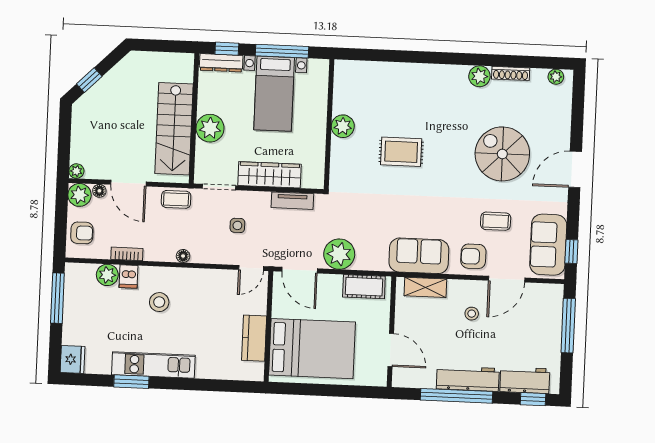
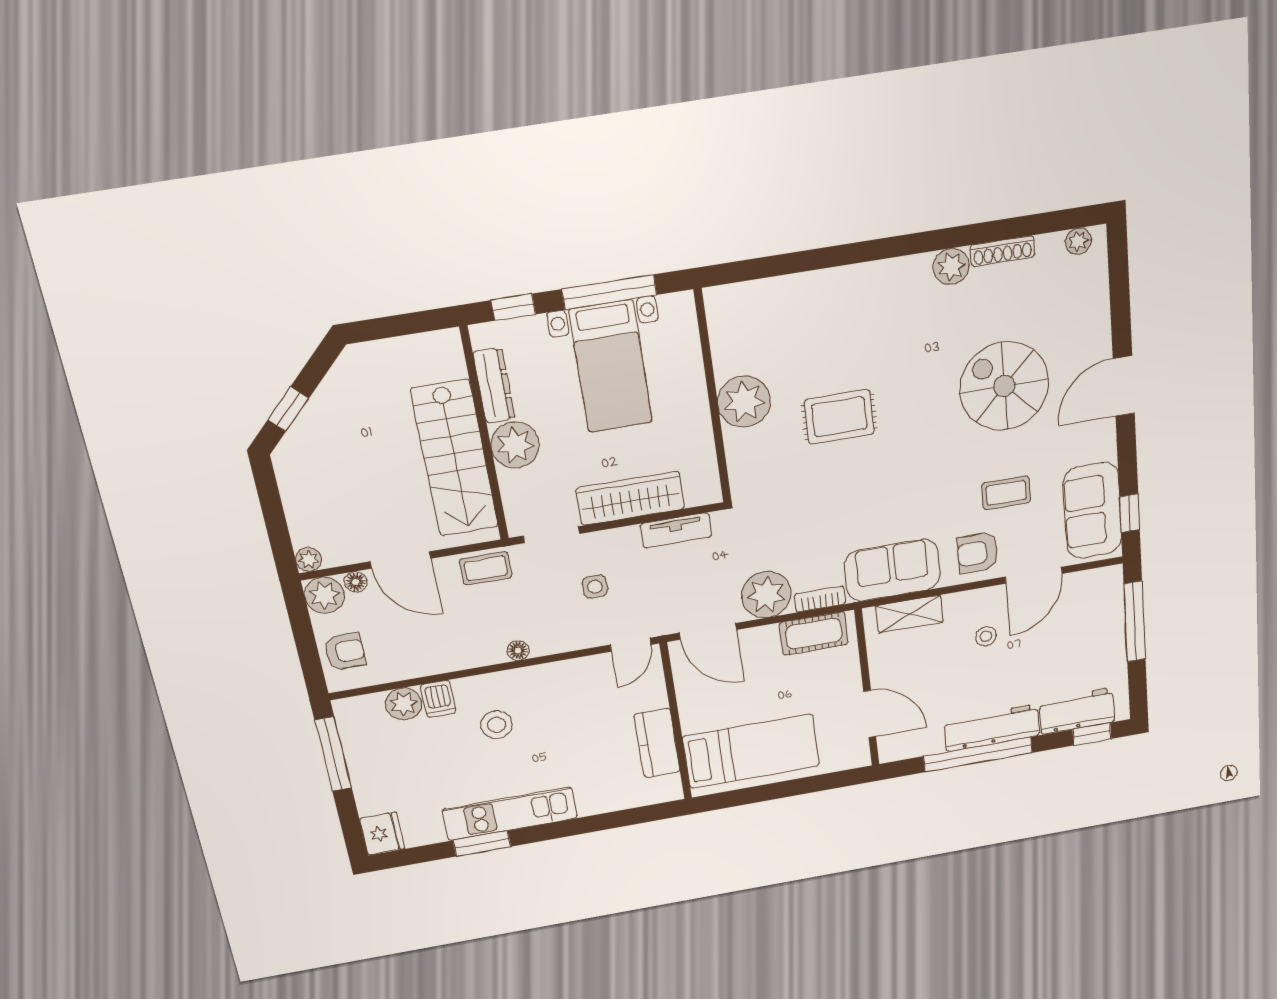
dresser: (221, 63) -> (494, 386), moved, turned -90
plant: (343, 126) -> (744, 402), width x1.36, depth x1.36
bookcase: (127, 254) -> (820, 599), moved
bed: (312, 349) -> (751, 751), width x0.67

